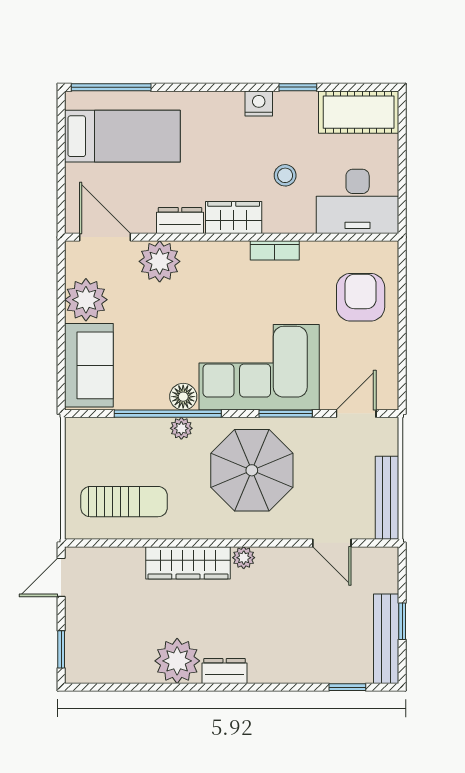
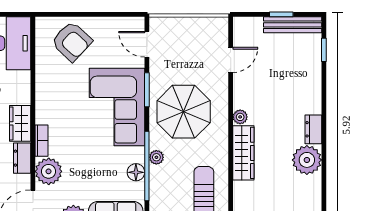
bookcase: (275, 250) -> (41, 141), moved
armchair: (361, 297) -> (72, 41), turned -137
floor lamp: (183, 397) -> (136, 172), moved
bench: (387, 498) -> (201, 24), removed

